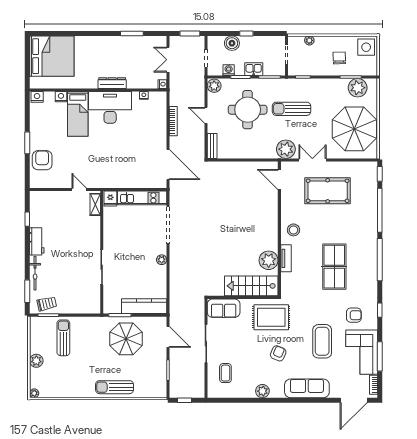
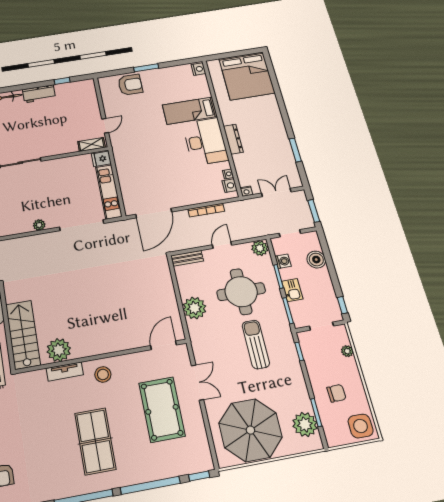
window: (246, 33) -> (342, 305), moved
nightstand: (61, 97) -> (230, 186), moved
plant: (286, 149) -> (194, 308), moved
table tennis table: (334, 267) -> (95, 441), moved, turned 90

